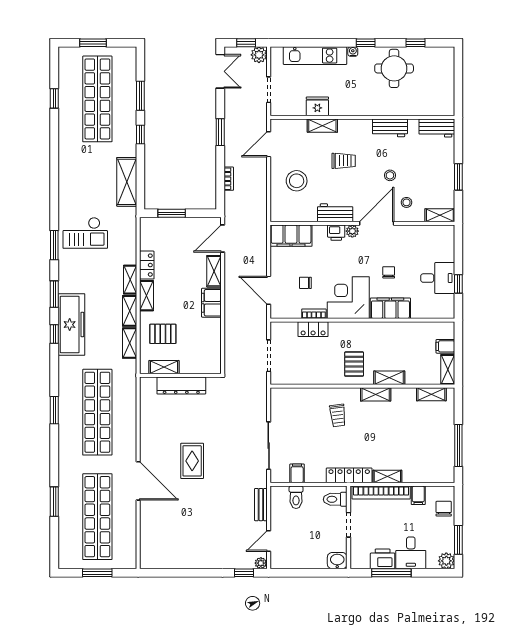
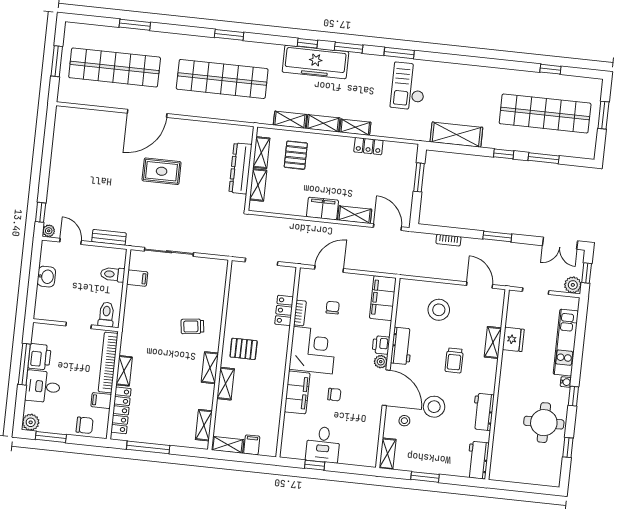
stool: (390, 175) -> (434, 407), width x1.89, depth x1.89
shelving: (146, 296) -> (258, 185), moved, turned 90
locker: (349, 475) -> (121, 410), moved
washbasin: (337, 561) -> (46, 277), moved

